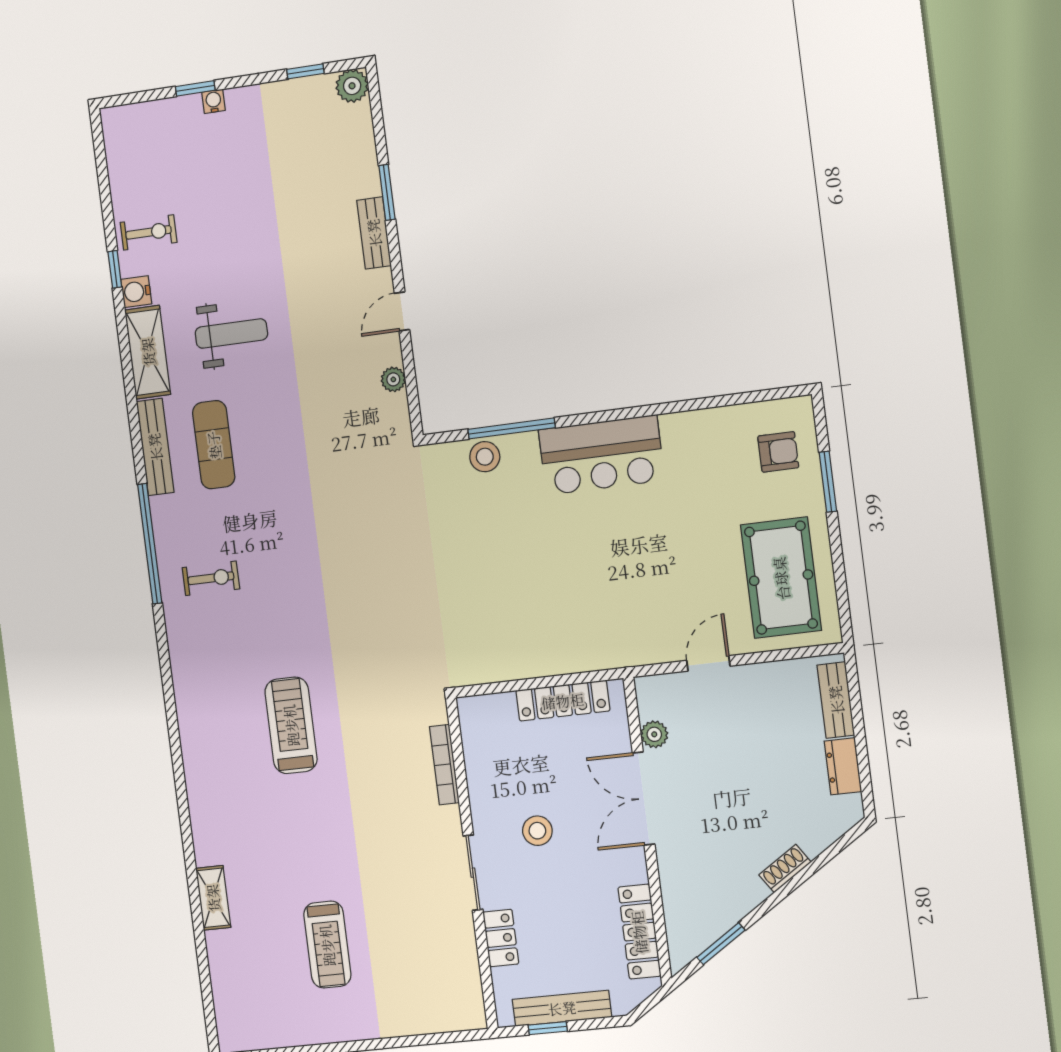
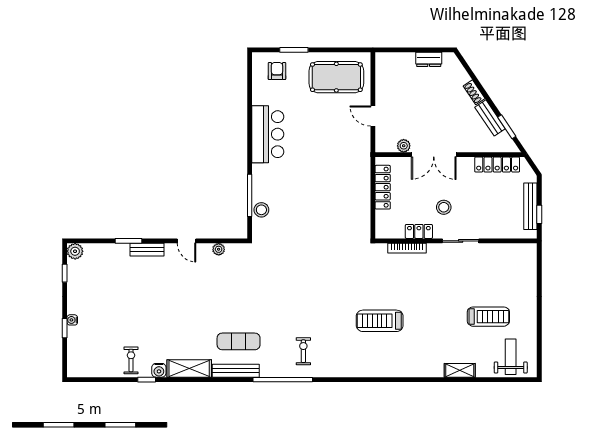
weight bench: (231, 334) -> (511, 357), moved
bar counter: (601, 455) -> (268, 134), moved
bench: (836, 700) -> (490, 118), moved, turned 56
locker: (501, 938) -> (419, 231), moved

